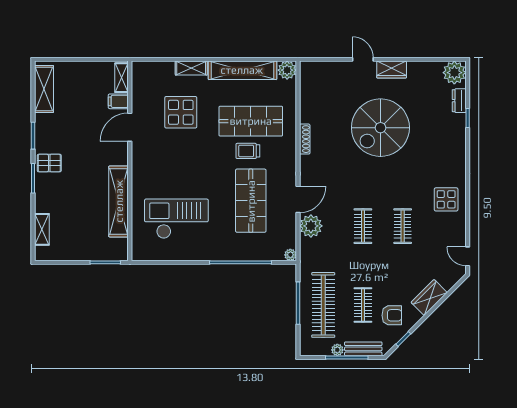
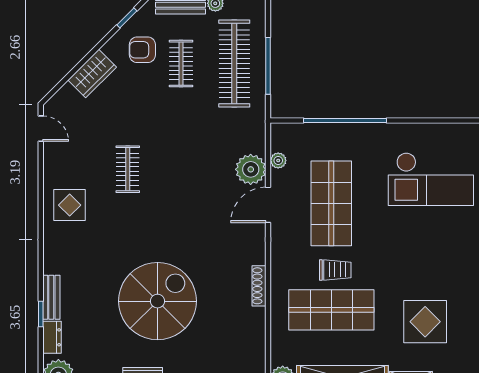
bench: (460, 131) -> (51, 297), added
clothes rail: (363, 226) -> (181, 169), removed
plant: (290, 255) -> (278, 161), moved

